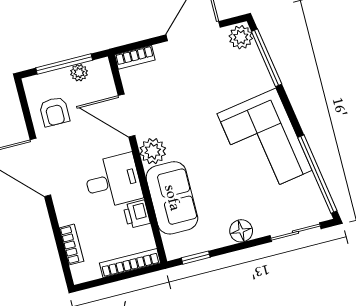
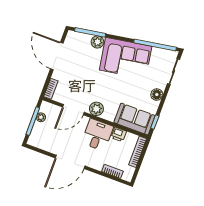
plant: (241, 37) -> (97, 42), moved
armchair: (54, 112) -> (50, 139), removed
sofa: (172, 198) -> (135, 119), moved

